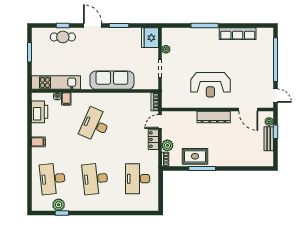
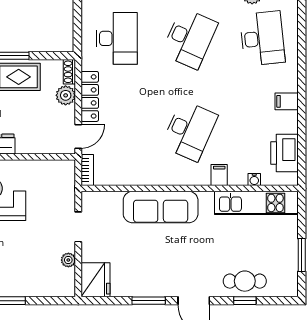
filing cabinet: (66, 99) -> (219, 175), moved
locker: (153, 140) -> (90, 96), width x1.53
desk: (95, 179) -> (190, 38), turned 30

